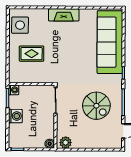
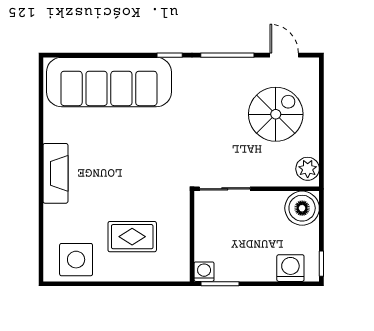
rug: (32, 54) -> (132, 237), turned 90
spiral stairs: (96, 106) -> (276, 114), moved
washing machine: (15, 116) -> (290, 268), moved
boiler: (50, 144) -> (302, 208), width x1.86, depth x1.86

